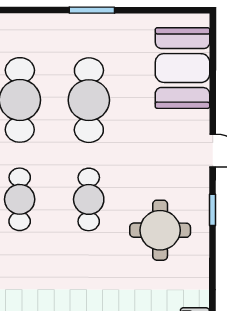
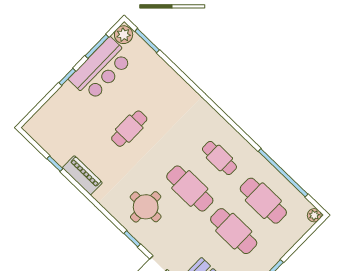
cafe table: (89, 199) -> (190, 188), width x1.37, depth x1.35

